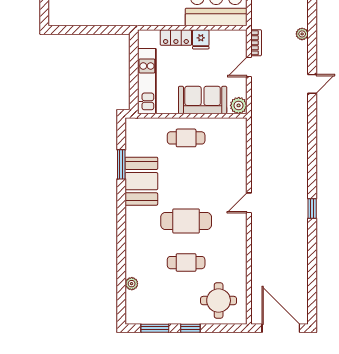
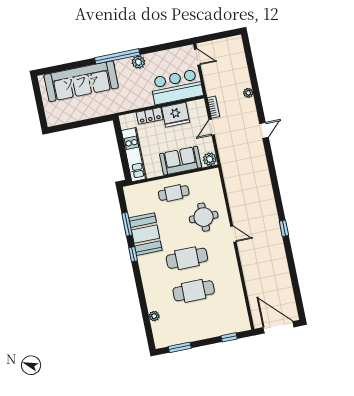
fridge: (201, 39) -> (176, 115), width x1.88, depth x1.34
window: (121, 203) -> (133, 254), added
door: (249, 203) -> (233, 234), swing flipped
cafe table: (186, 263) -> (194, 291), width x1.37, depth x1.35
round table: (219, 301) -> (204, 217), moved
window: (190, 328) -> (229, 337), moved

